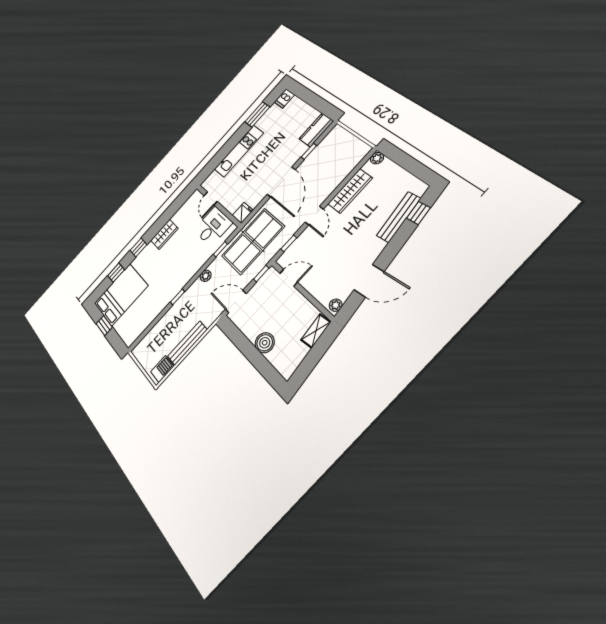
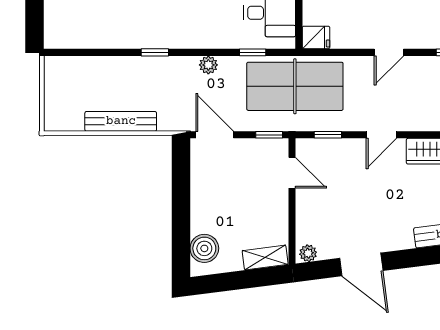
door: (281, 182) -> (389, 52), width x0.53
boiler: (265, 343) -> (204, 248), moved
barbecue: (162, 369) -> (67, 120), removed

